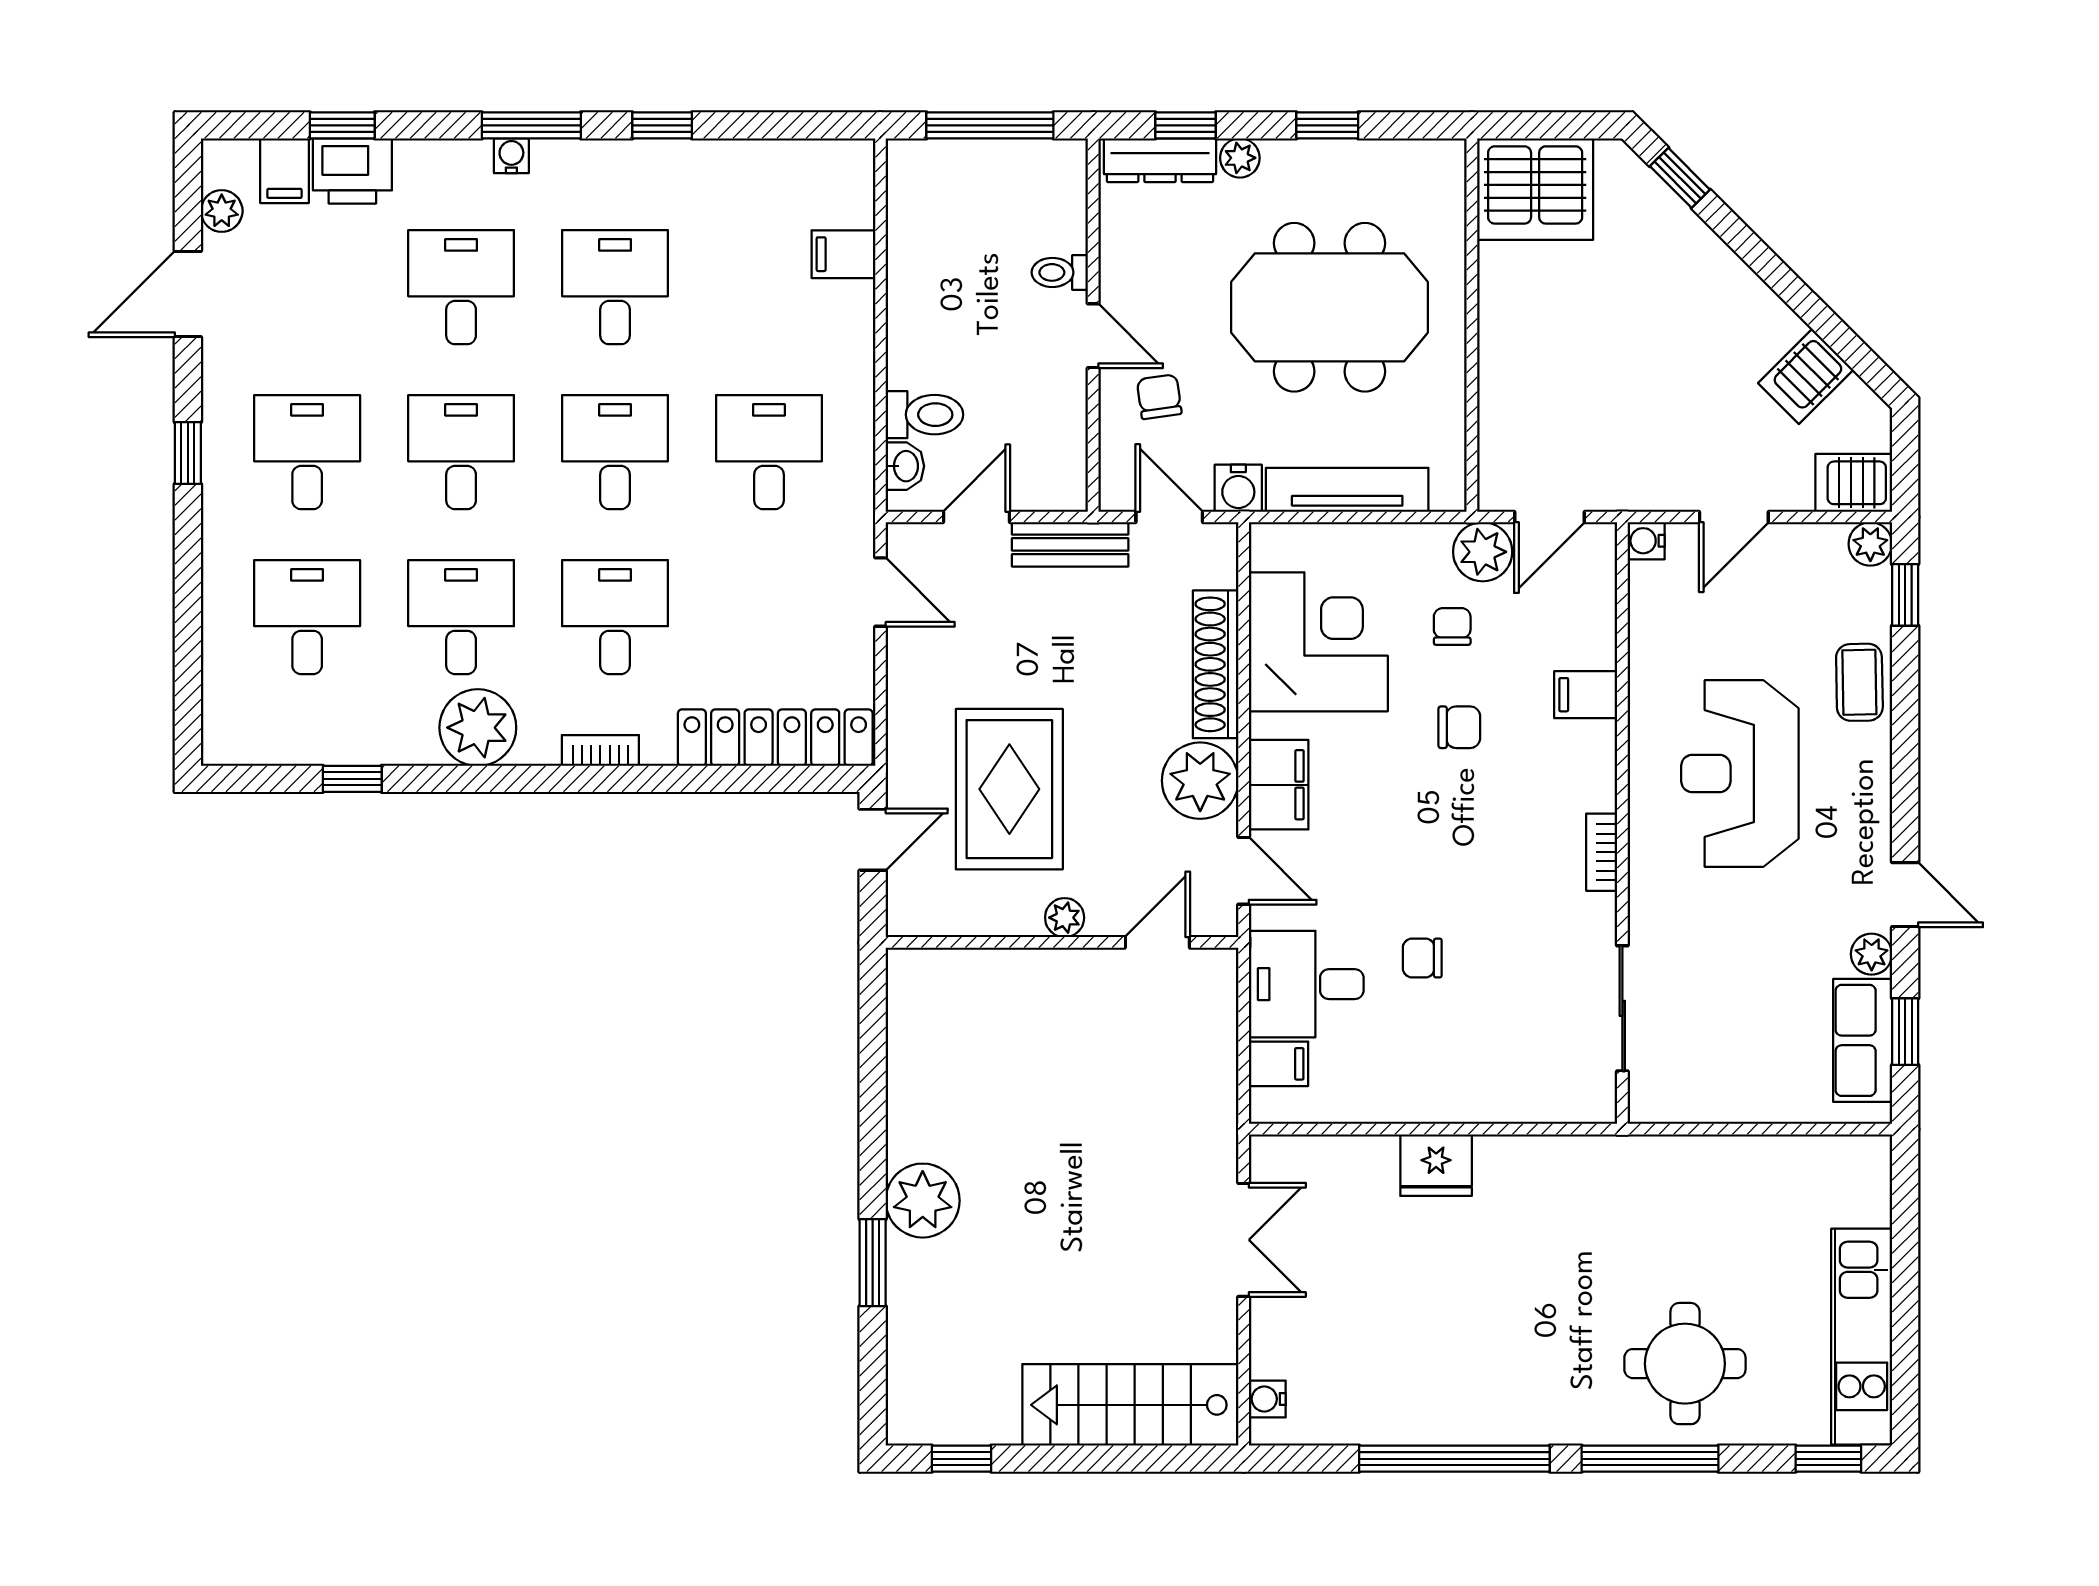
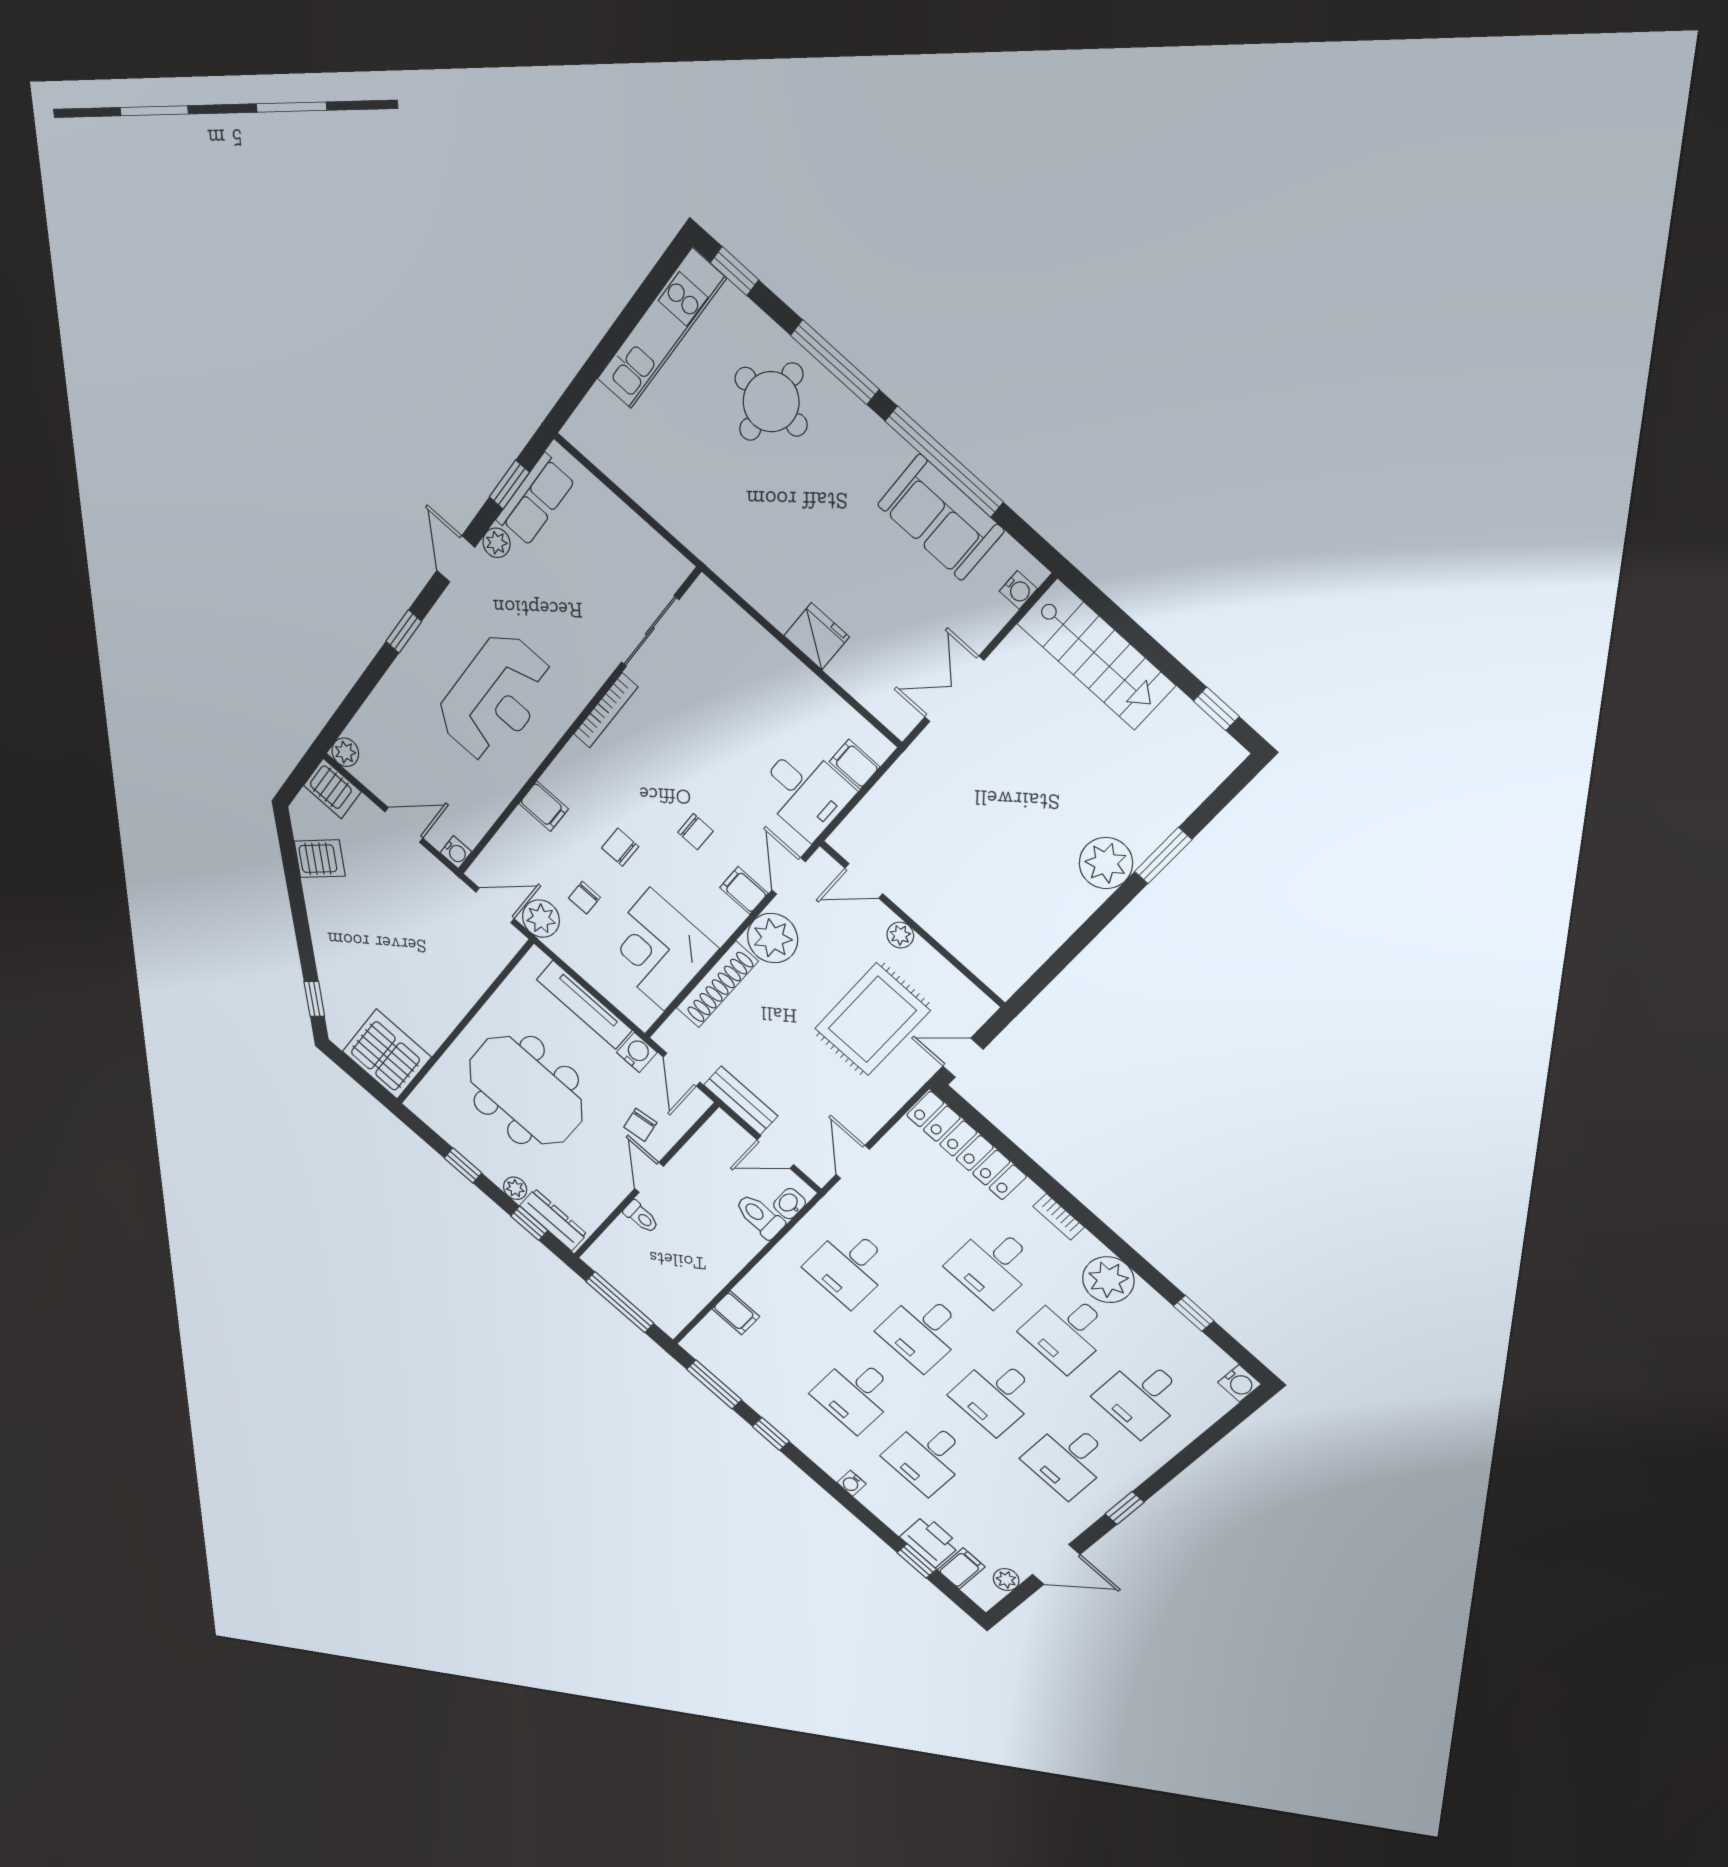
window: (531, 125) -> (714, 1384), moved
window: (1905, 595) -> (404, 631), moved
coffee table: (1859, 682) -> (400, 689), removed
water cooler: (224, 743) -> (1239, 1383), added
filing cabinet: (1279, 785) -> (744, 890), width x0.50
bookcase: (1602, 852) -> (606, 710), width x1.56
chair: (1422, 958) -> (695, 832), moved
sofa: (1410, 1401) -> (941, 518), added

